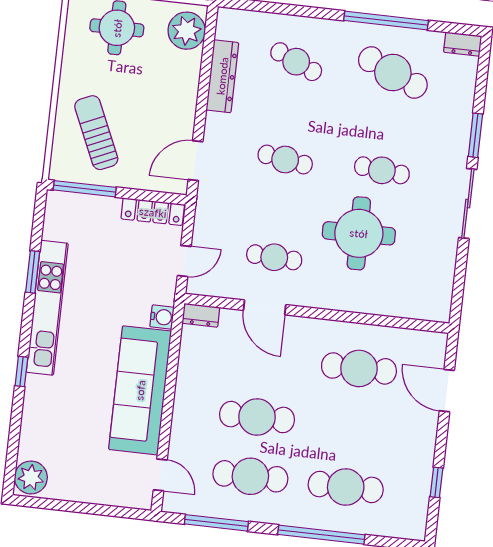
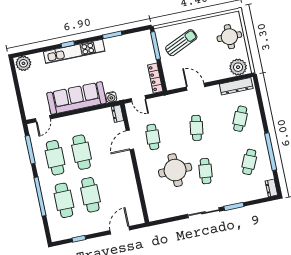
cafe table: (393, 73) -> (249, 162), width x0.73, depth x0.74
dresser: (222, 76) -> (236, 86), moved
door: (195, 161) -> (196, 87), moved
kitchen unit: (47, 308) -> (74, 51), moved
cafe table: (359, 368) -> (90, 195), moved

